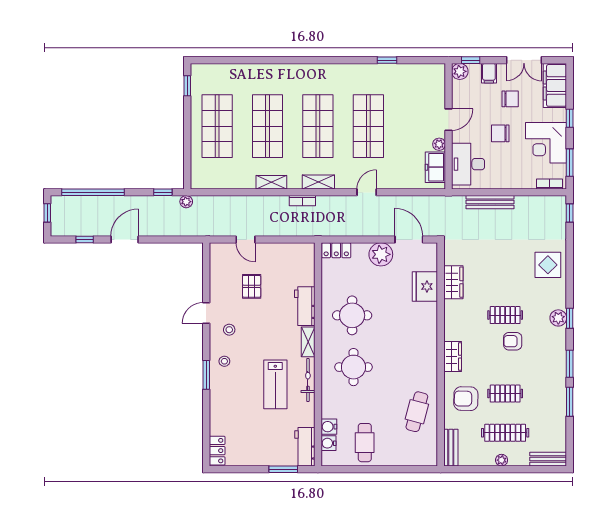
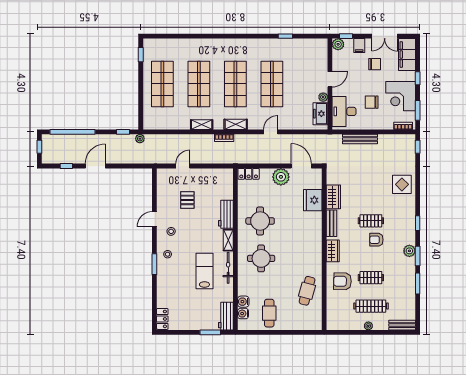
chair: (500, 133) -> (372, 102), moved
door: (245, 239) -> (183, 166), swing flipped
plant: (558, 318) -> (409, 251), moved
lab bench: (275, 384) -> (204, 271), turned 180
bench: (451, 448) -> (332, 223), moved

